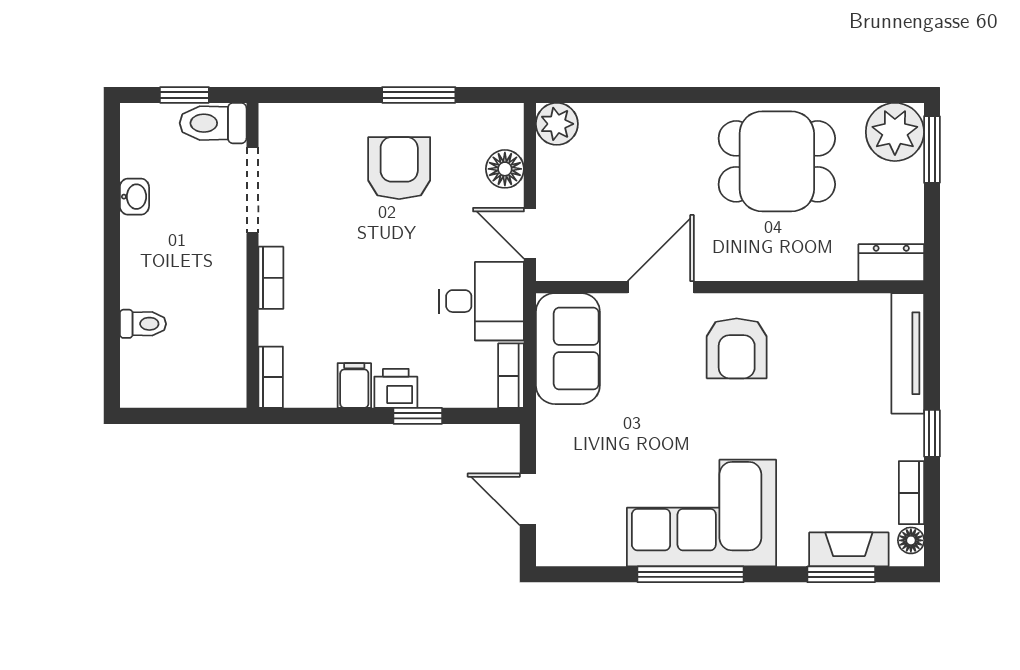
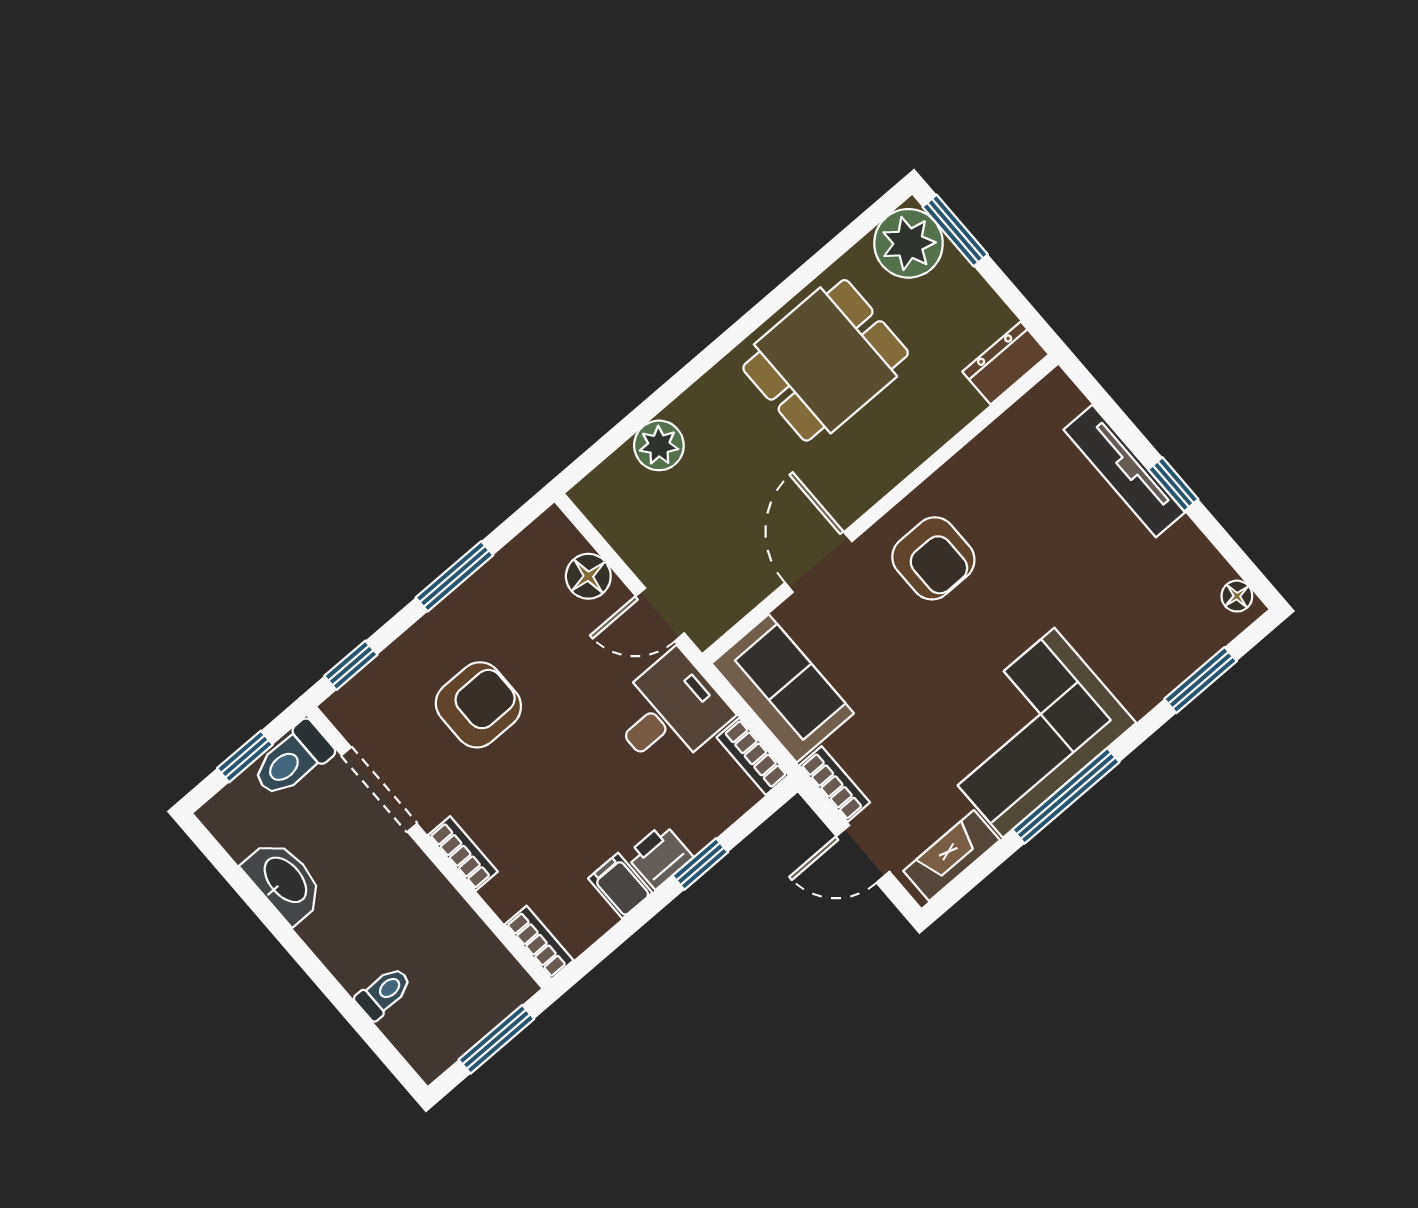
window: (303, 95) -> (351, 665), added
plant: (557, 124) -> (659, 445), moved
armchair: (399, 168) -> (478, 705), moved, turned 90
washbasin: (134, 197) -> (284, 881), width x1.91, depth x1.45
tv unit: (908, 353) -> (1124, 471), moved
window: (190, 416) -> (496, 1039), added
bookcase: (911, 493) -> (835, 784), moved, turned 180
fireplace: (849, 549) -> (952, 856), moved

